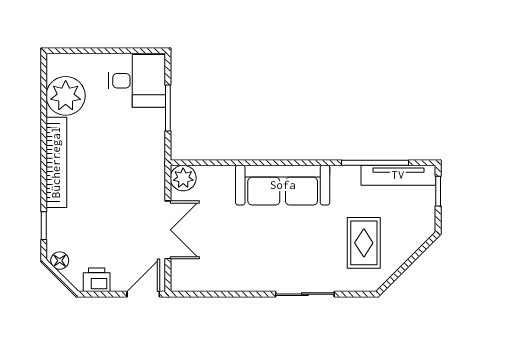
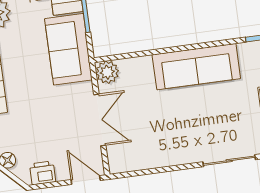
sofa: (144, 147) -> (68, 49), added
door: (143, 294) -> (86, 180), hinge flipped

